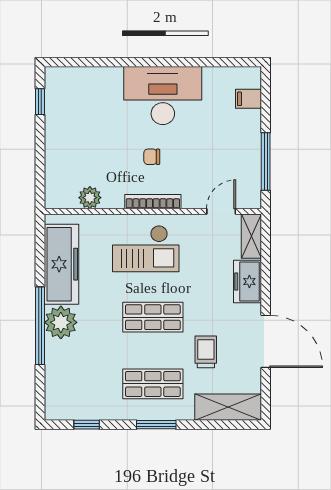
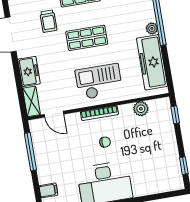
window: (40, 180) -> (175, 115), added
door: (221, 211) -> (54, 114), hinge flipped
plant: (61, 322) -> (152, 28), width x0.53, depth x0.53

